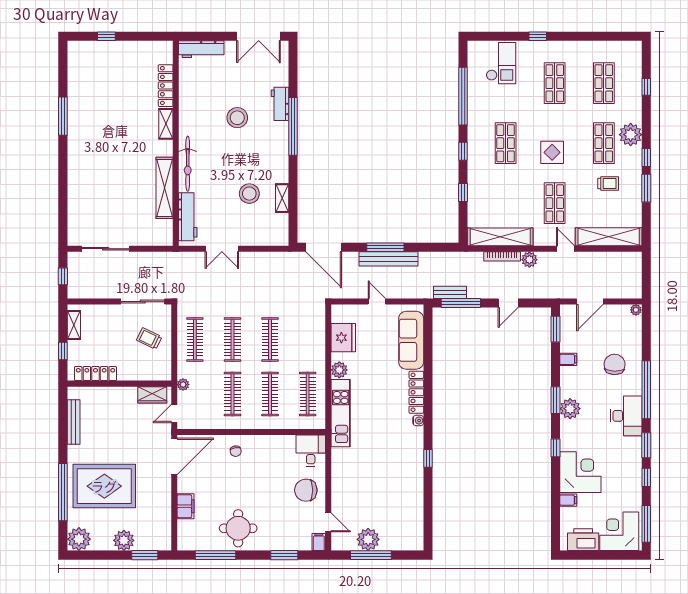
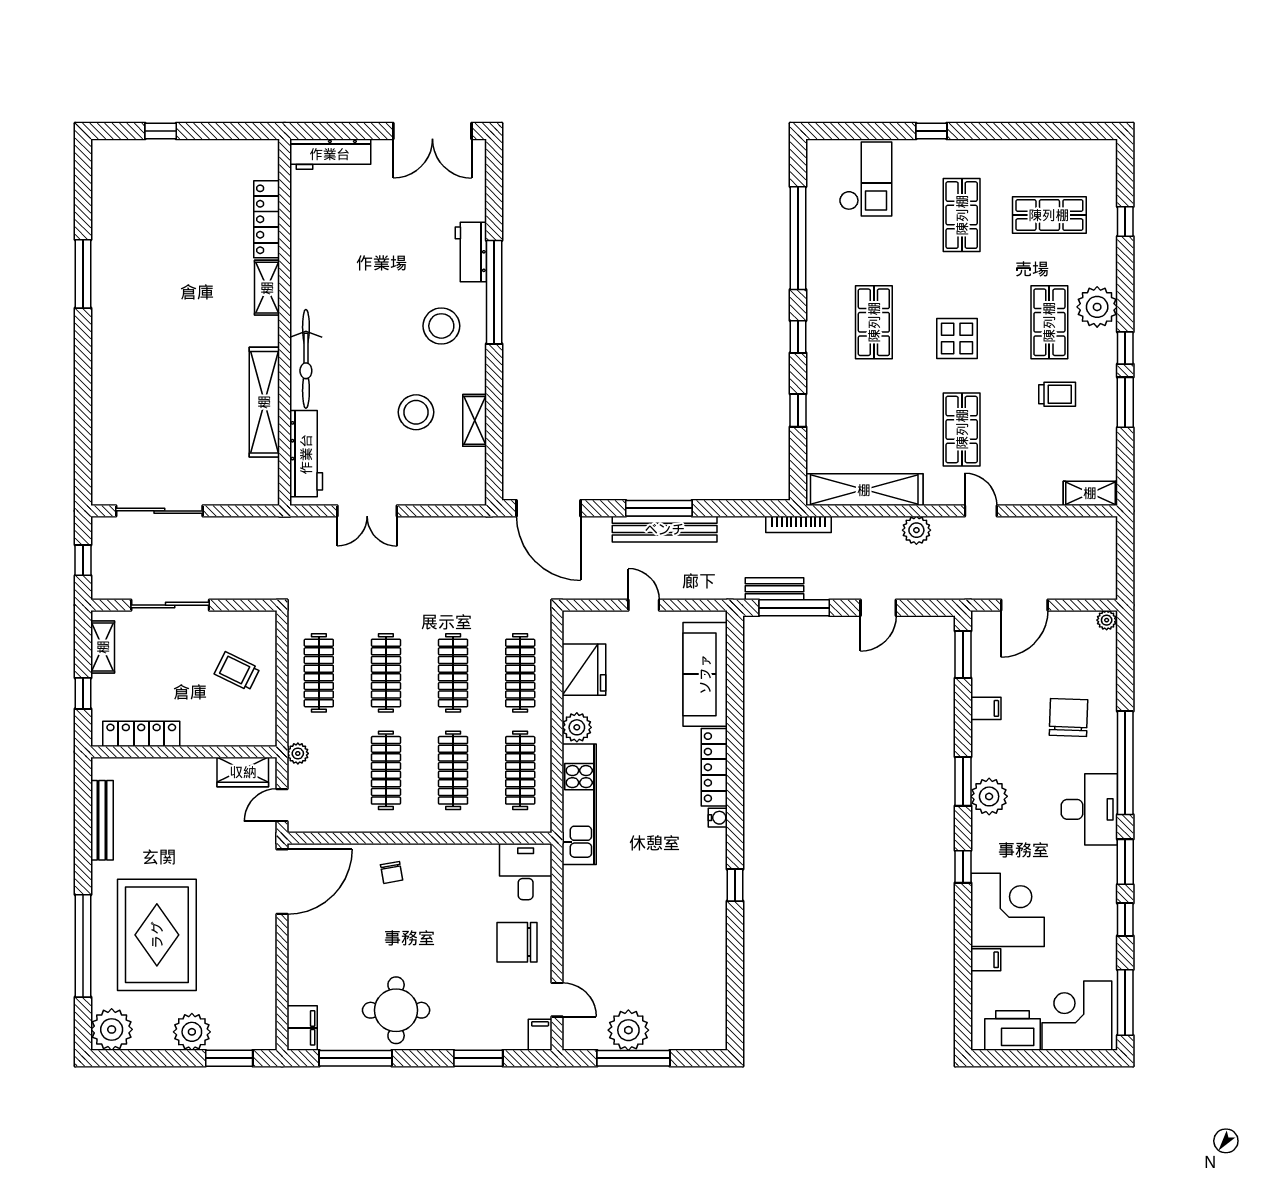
shop shelf: (604, 83) -> (1049, 215), turned 90
stool: (237, 118) -> (441, 326), moved
shelving: (609, 237) -> (1090, 493), width x0.45, depth x0.75
bookcase: (502, 256) -> (799, 524), moved
sliding door: (143, 302) -> (170, 605), moved
clothes rail: (308, 340) -> (520, 673), added
rug: (104, 486) -> (157, 935), turned 90
filing cabinet: (186, 506) -> (302, 1028), moved

